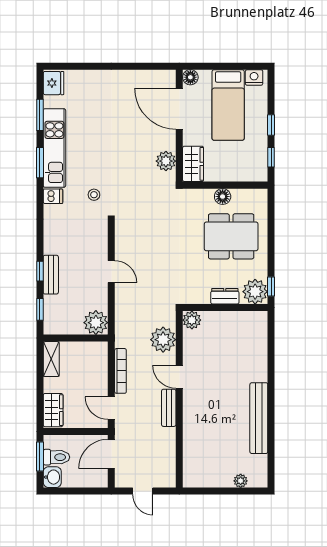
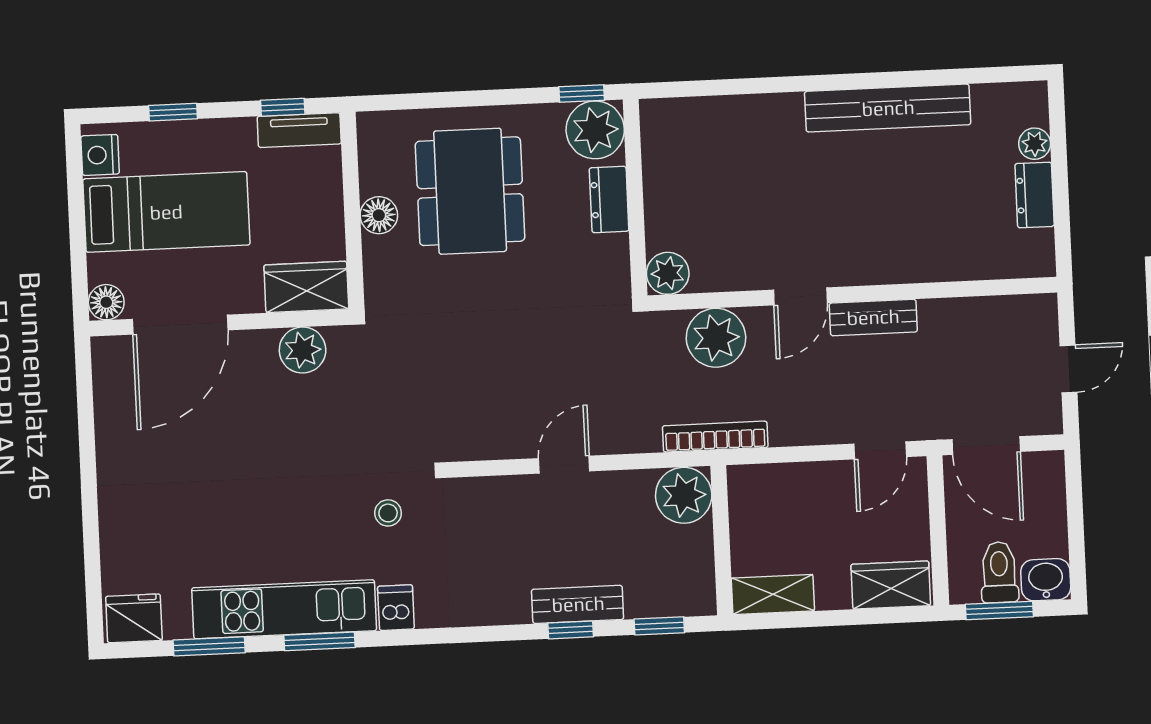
window: (271, 125) -> (173, 112), moved
tv unit: (261, 164) -> (299, 130), added
bookcase: (120, 371) -> (715, 437), moved
dresser: (218, 480) -> (1035, 195), added

